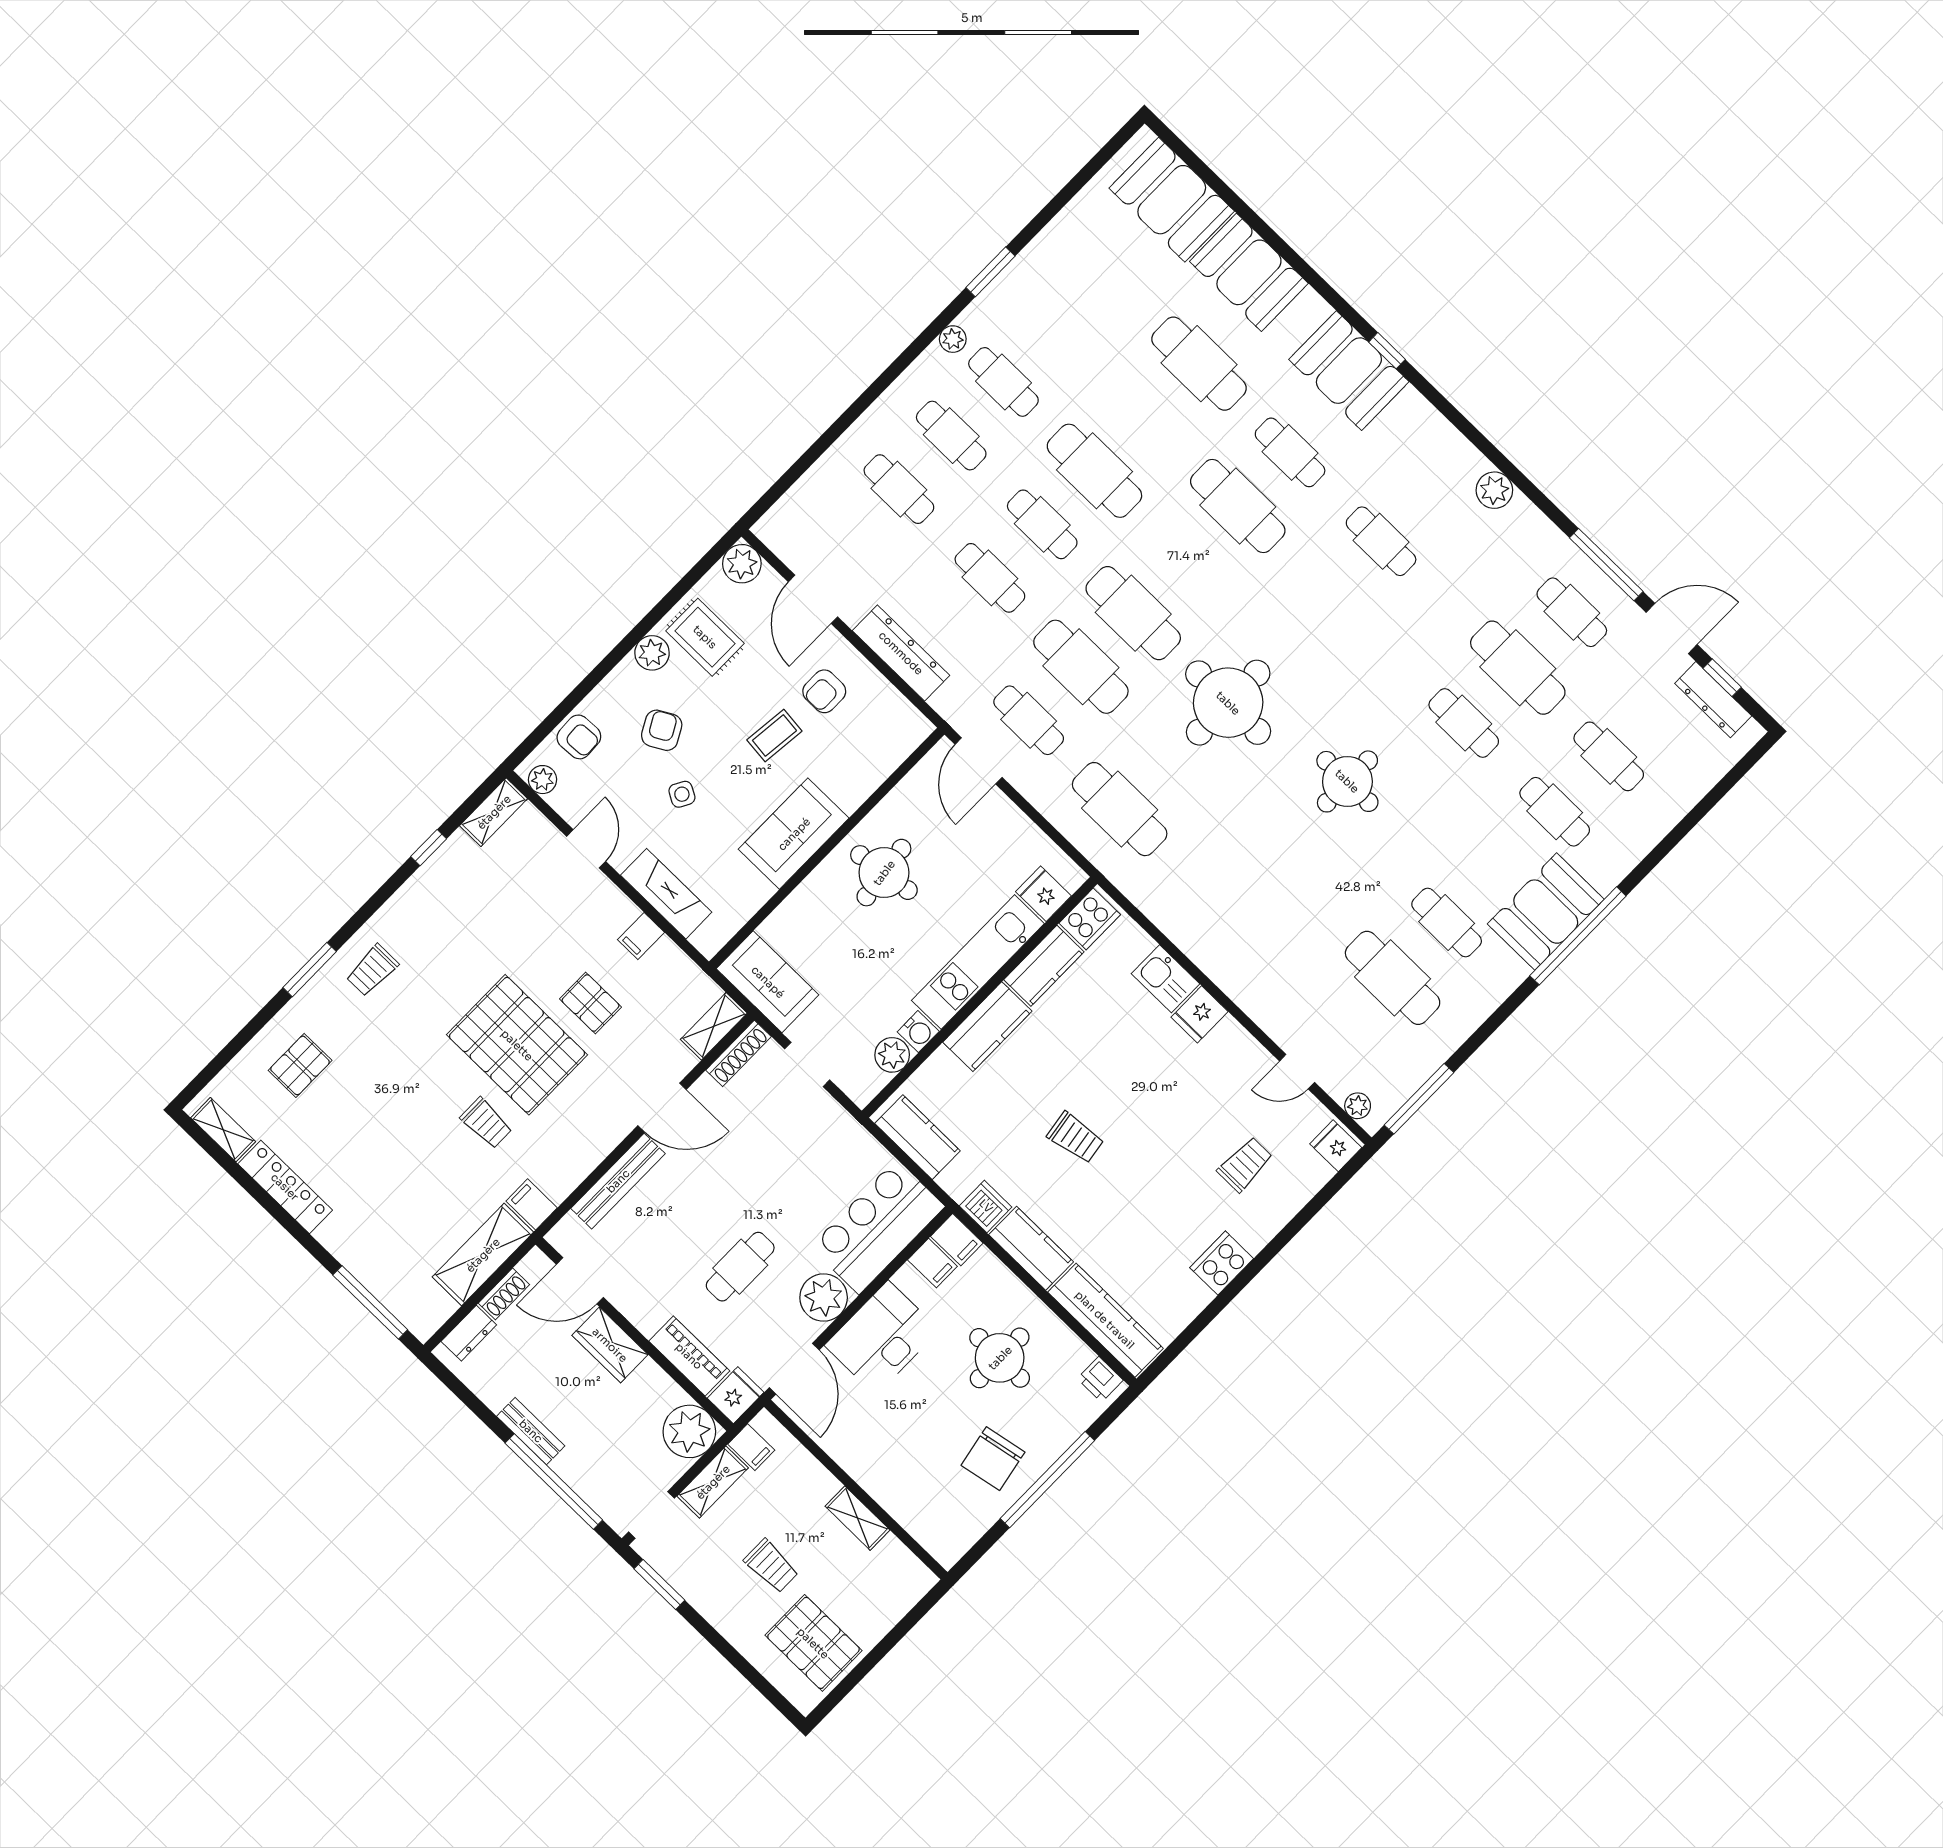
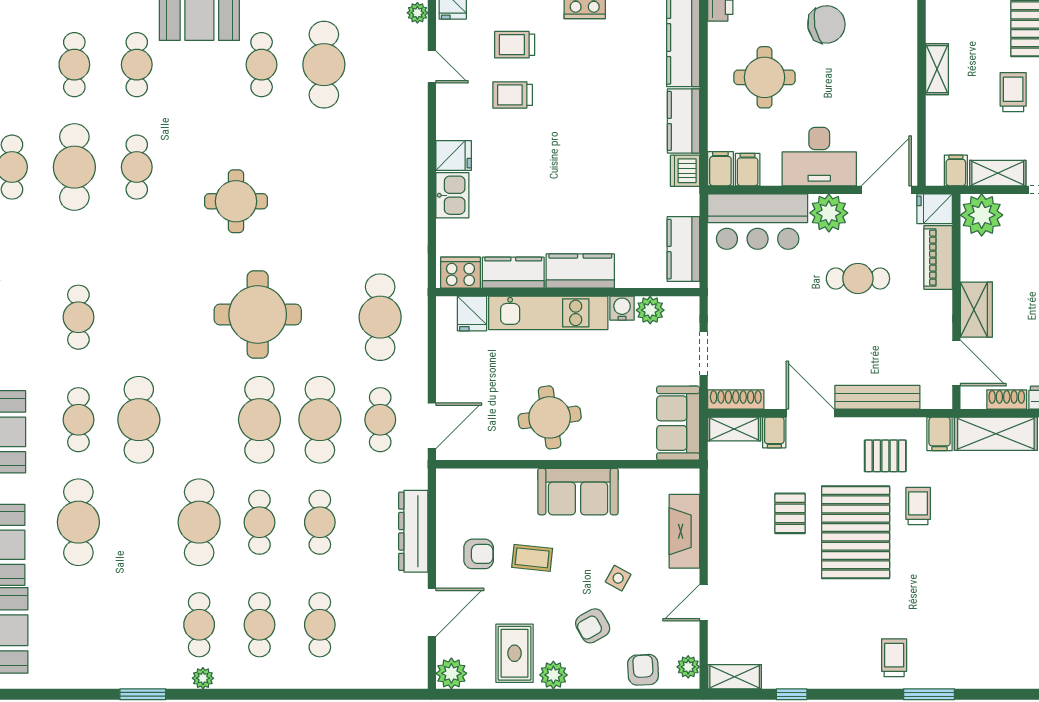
filing cabinet: (641, 936) -> (774, 433), moved, turned 90
trolley: (372, 970) -> (894, 658), turned -90
pallet: (300, 1065) -> (885, 456), moved
trolley: (1075, 1138) -> (513, 95), moved, turned -81

